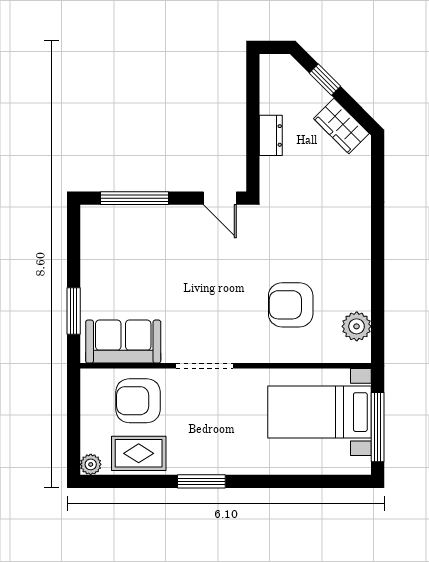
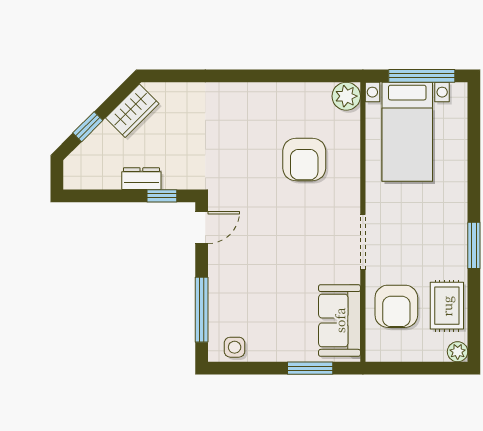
window: (253, 157) -> (162, 196), added
side table: (95, 232) -> (235, 347), added
plant: (357, 326) -> (346, 96), moved

